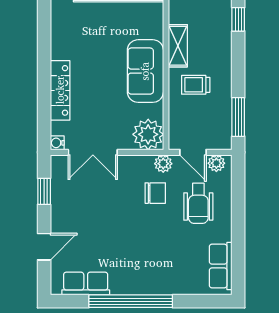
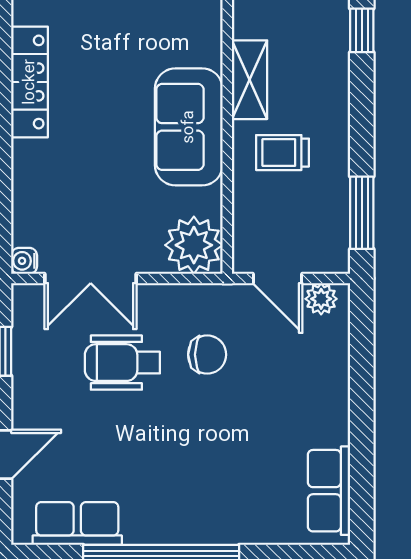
locker: (60, 90) -> (30, 82), moved
plant: (163, 164) -> (222, 300), removed
wheelchair: (198, 203) -> (122, 363), moved, turned 90

